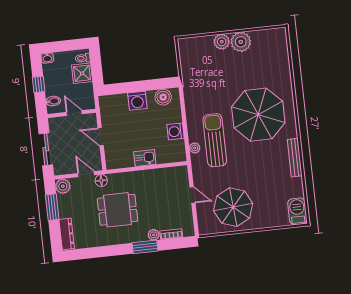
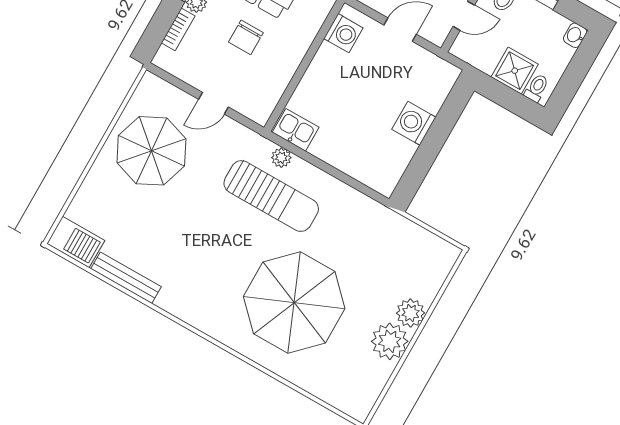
boiler: (163, 97) -> (391, 166), removed
parasol: (258, 115) -> (294, 303), moved
washing machine: (175, 131) -> (343, 33), moved, turned 90
kitchen sink: (145, 158) -> (296, 130), moved, turned -90
bench: (295, 158) -> (126, 278), moved
chair: (153, 202) -> (246, 37), added

